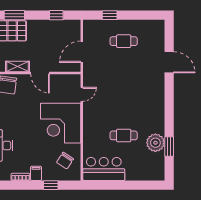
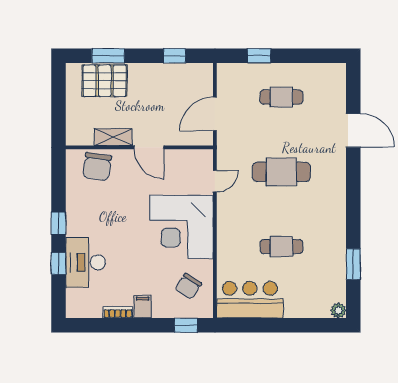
cafe table: (124, 88) -> (281, 172), added
plant: (155, 143) -> (338, 310), moved, width x0.53, depth x0.53
window: (51, 185) -> (186, 325), moved

